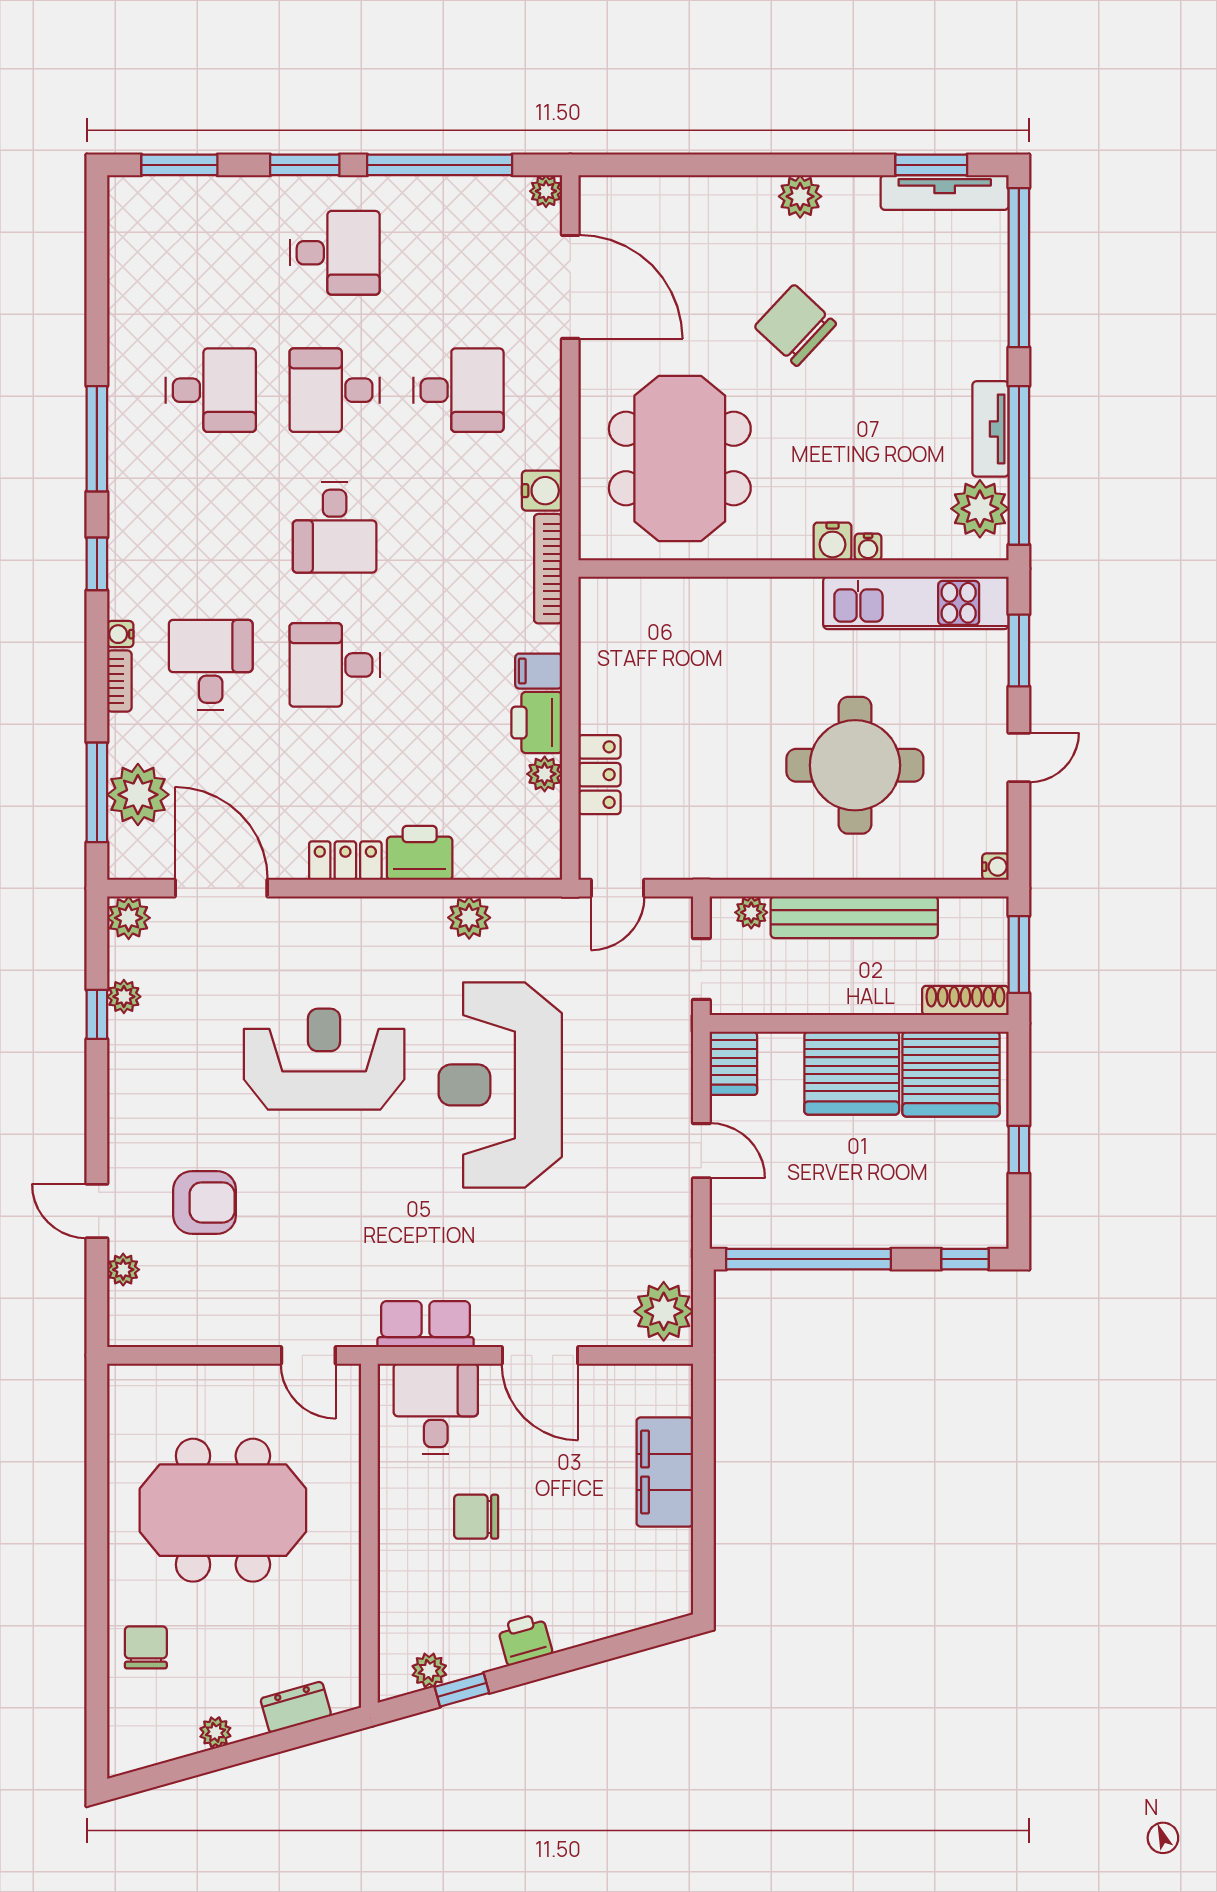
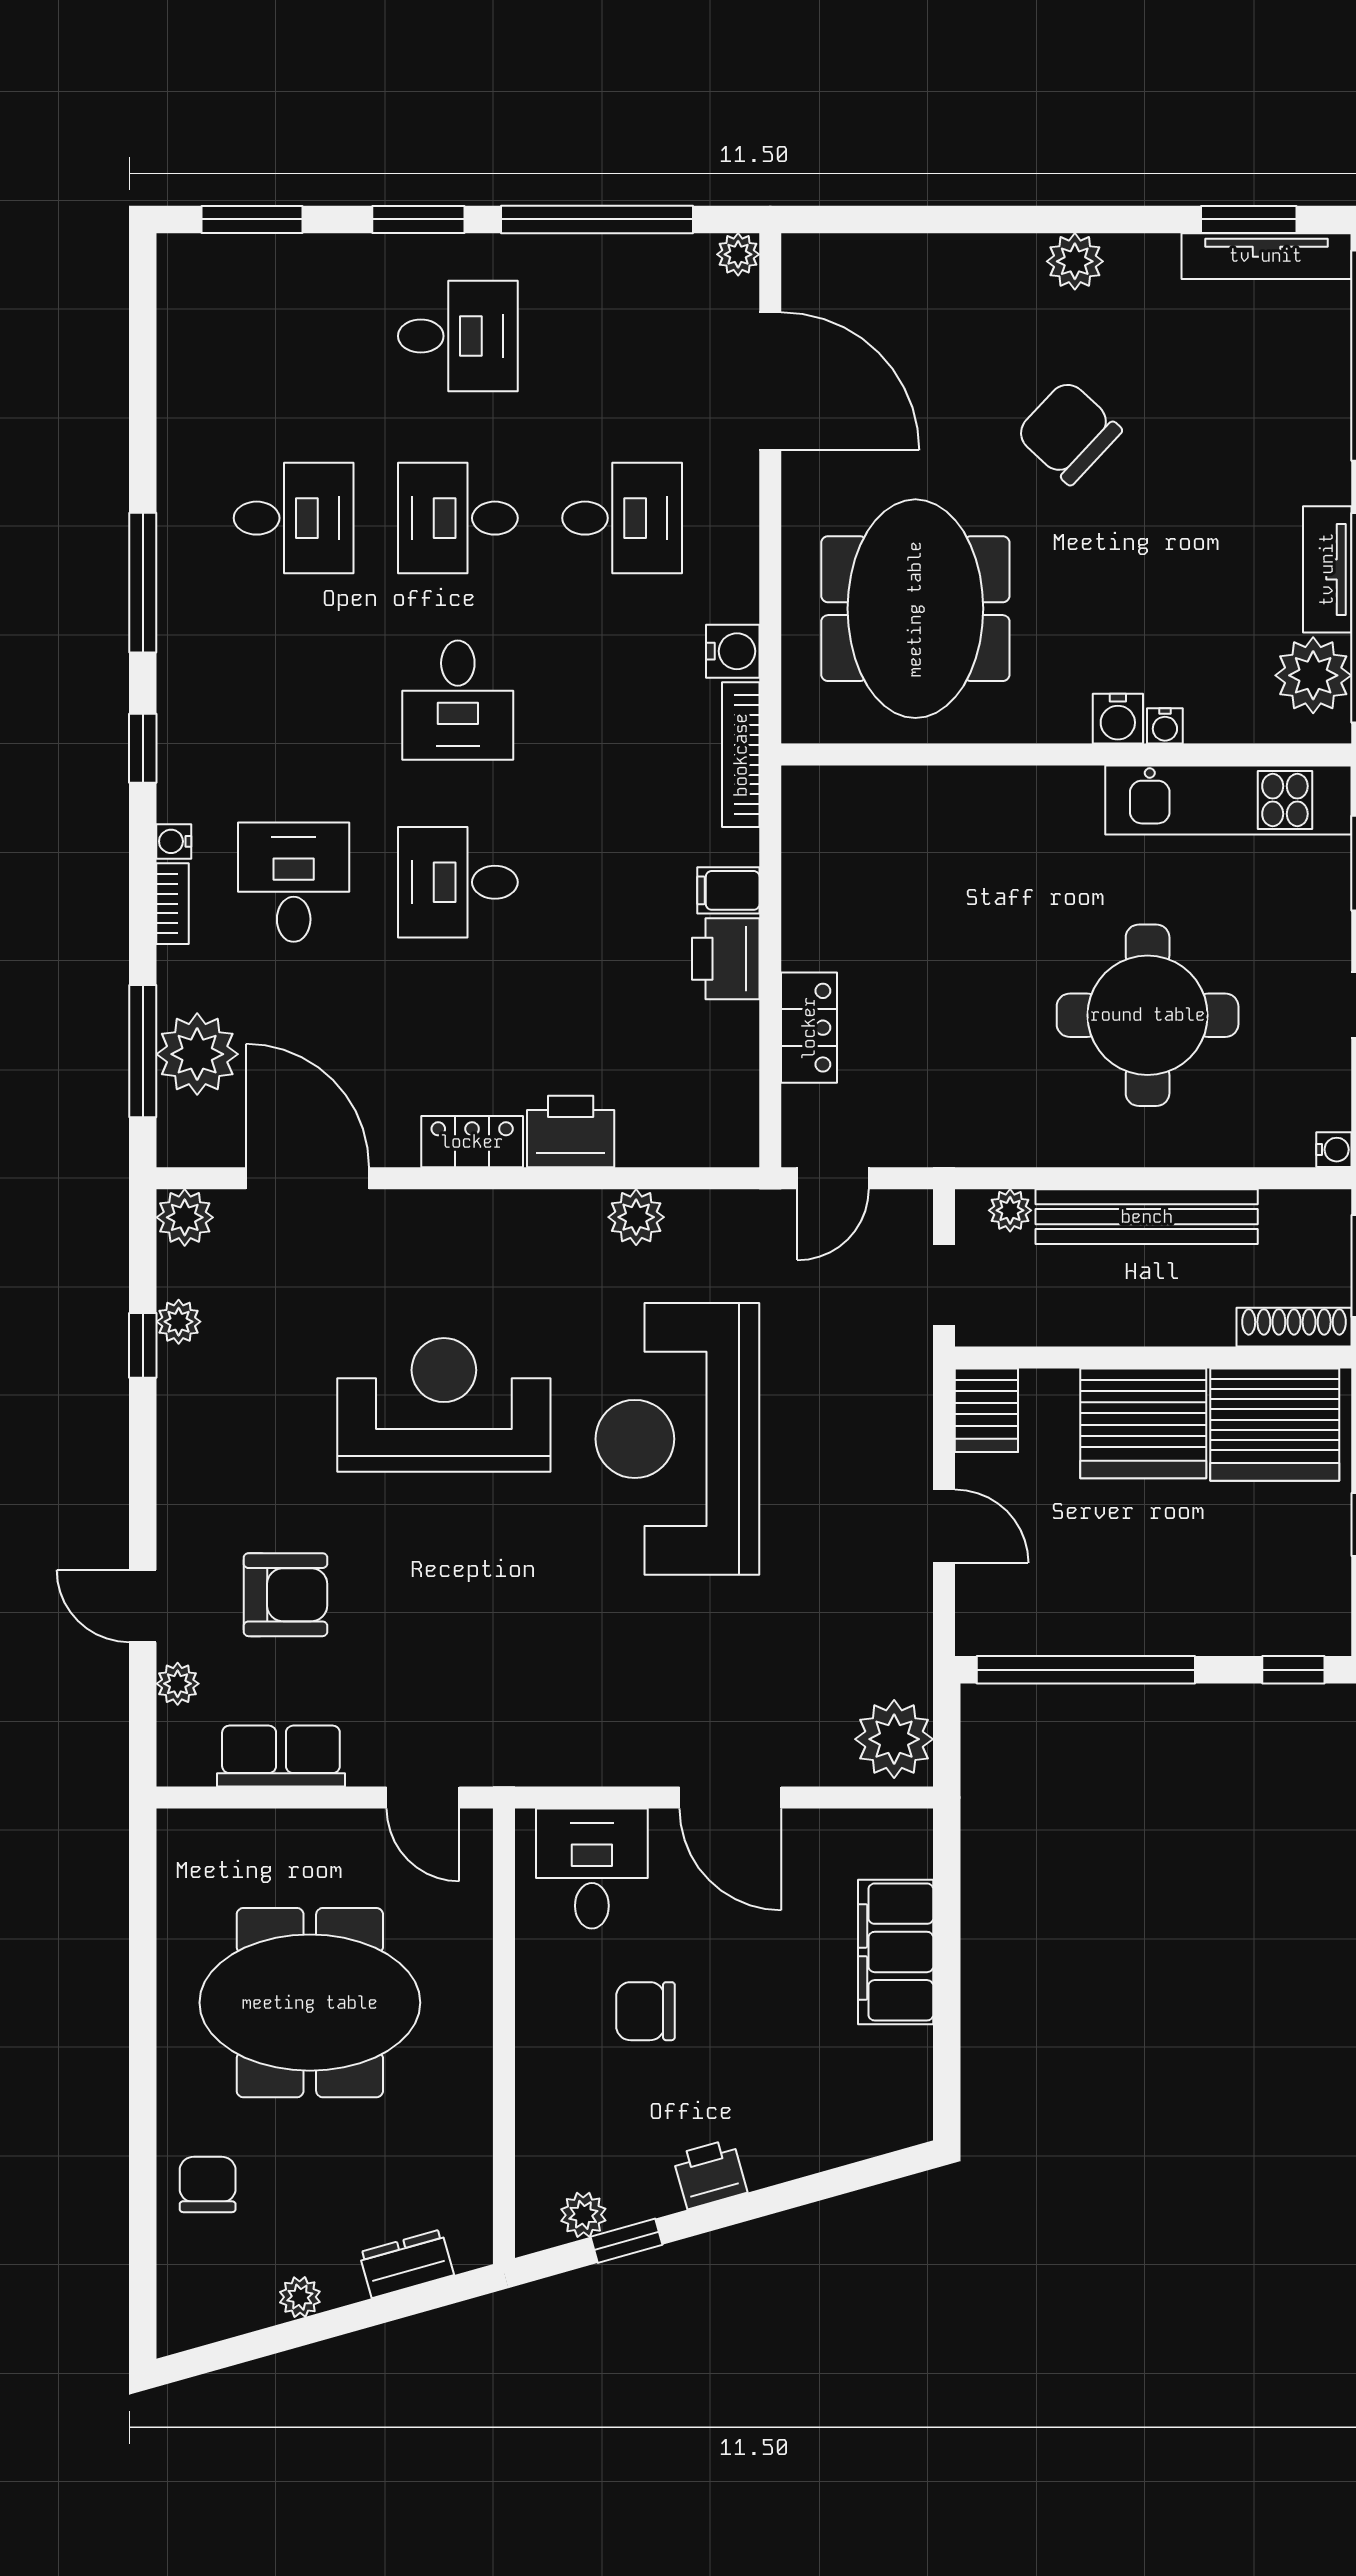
plant: (545, 774) -> (736, 1027), removed
row of seats: (426, 1324) -> (281, 1756), moved

